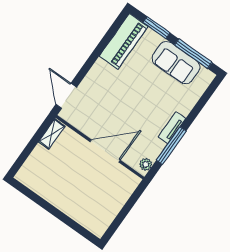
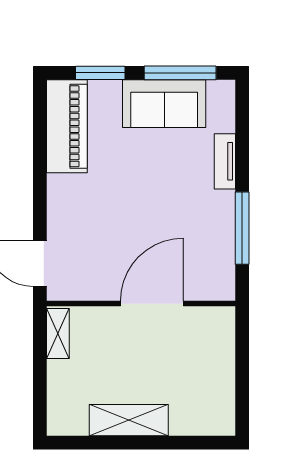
tv unit: (172, 128) -> (225, 161), moved
plant: (146, 164) -> (224, 281), removed
shelving: (56, 197) -> (129, 420), added

